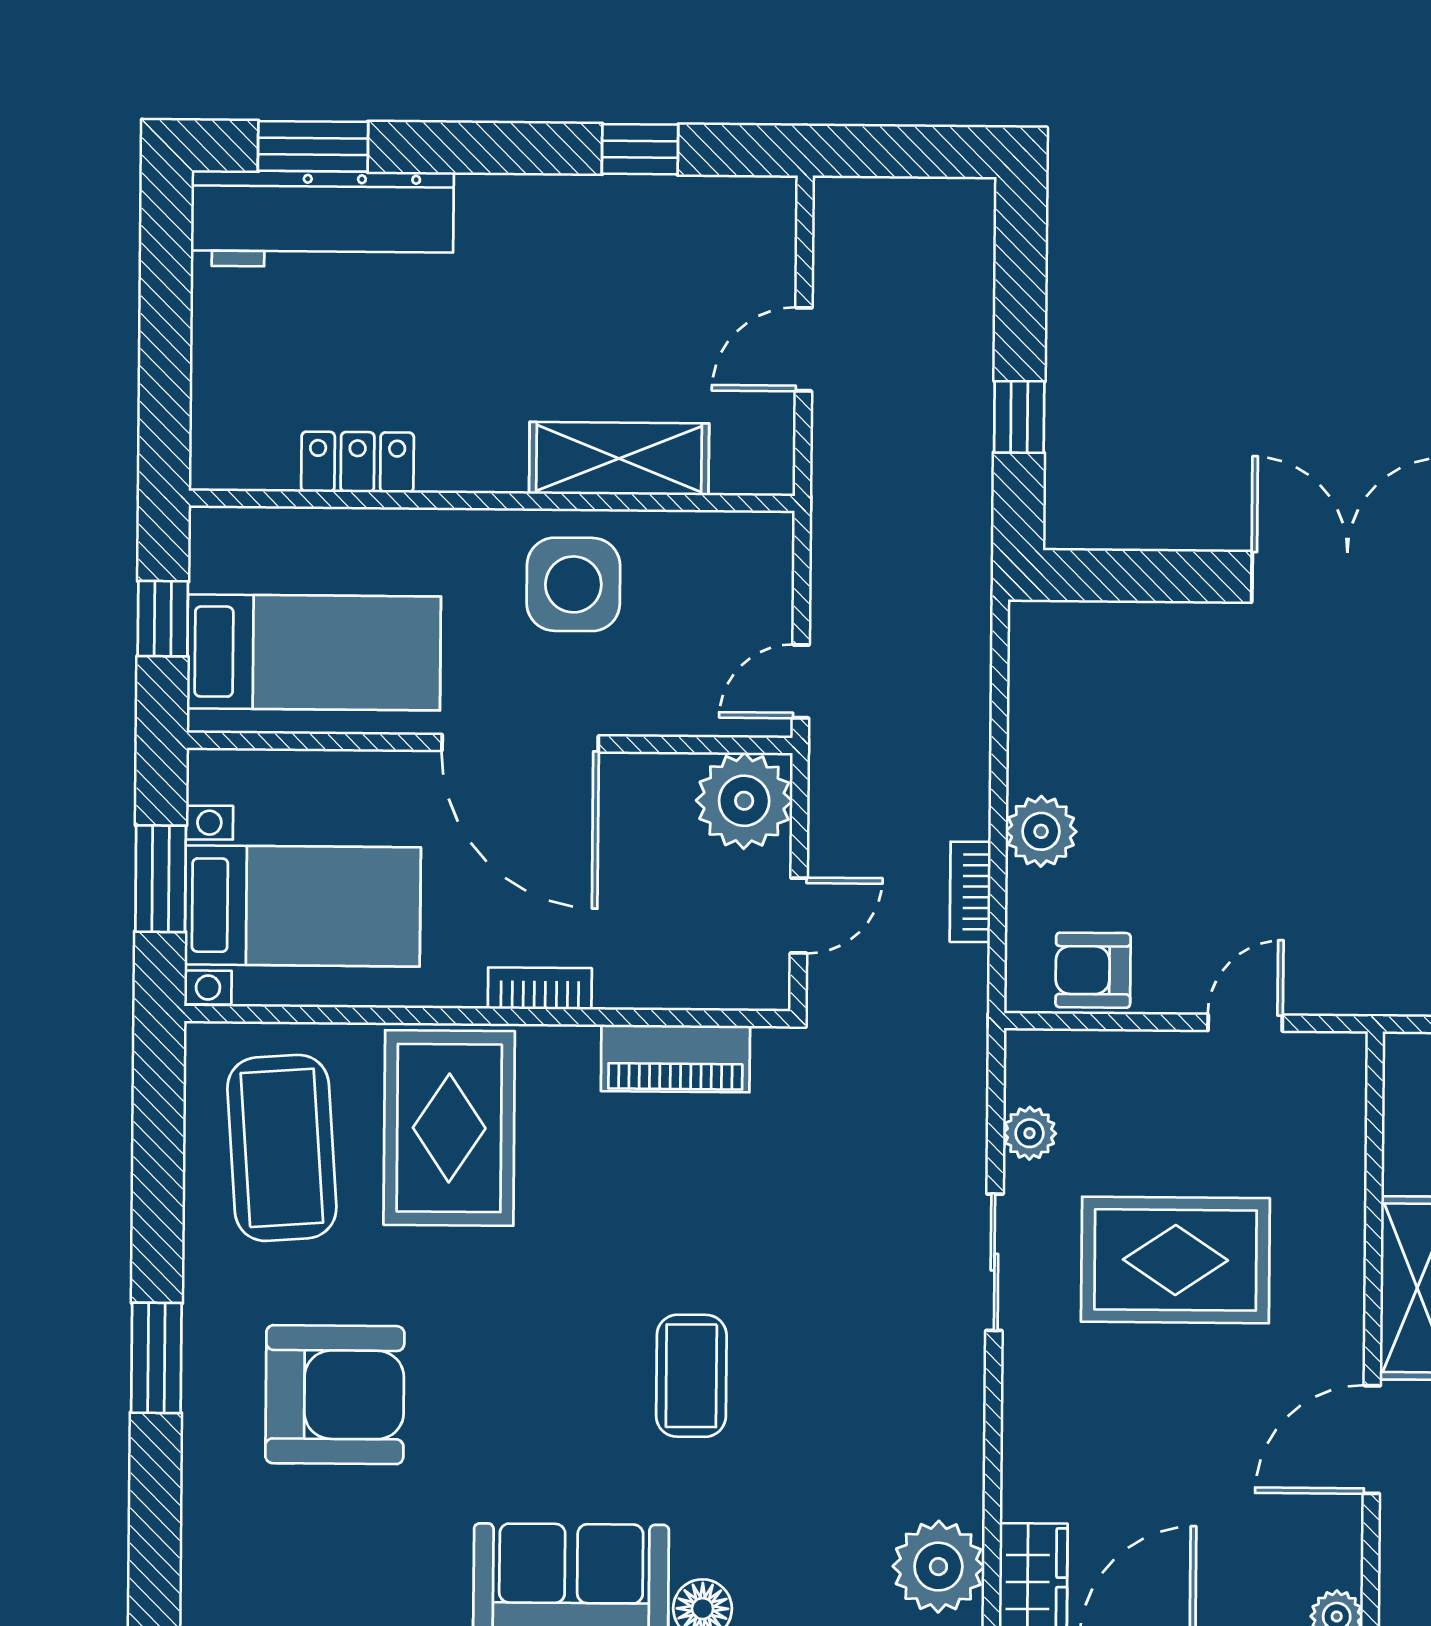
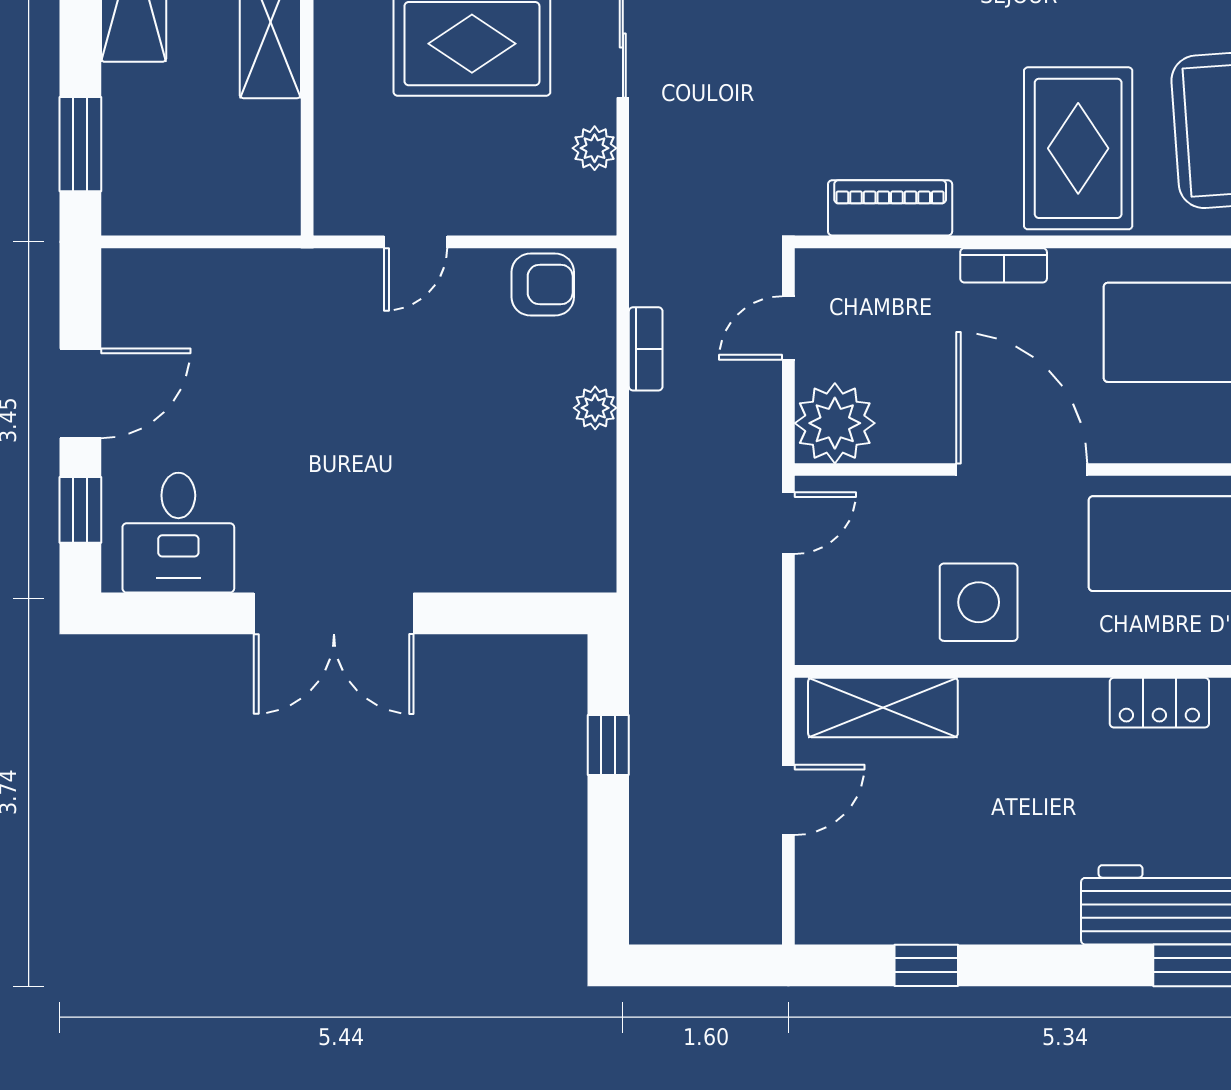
shelving: (619, 458) -> (883, 708), moved
plant: (1041, 831) -> (595, 408), width x0.73, depth x0.73

